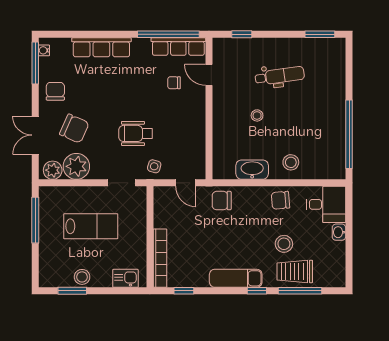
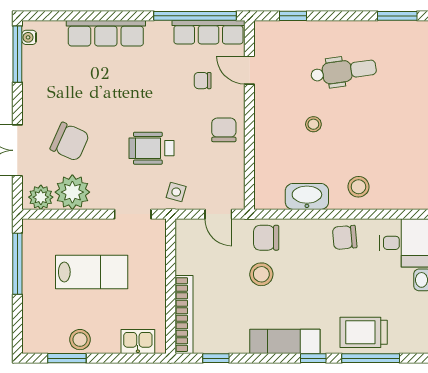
chair: (55, 91) -> (224, 130), moved
stool: (284, 244) -> (261, 274), moved

